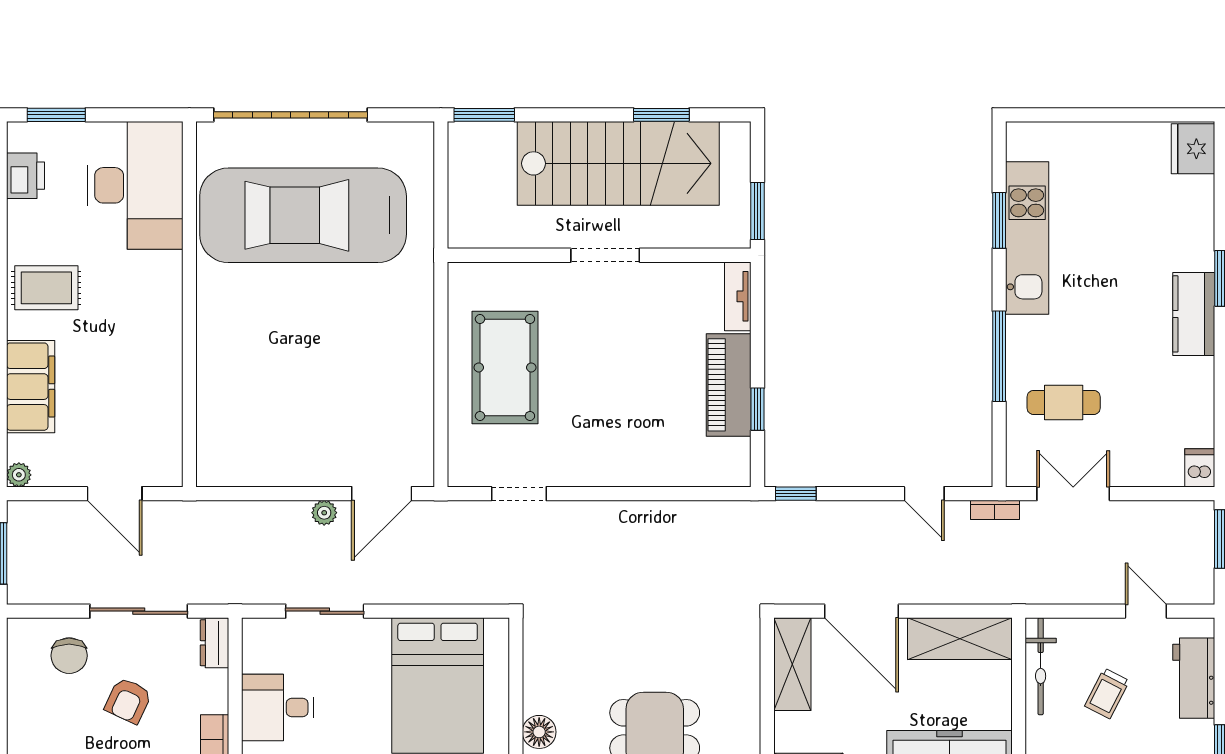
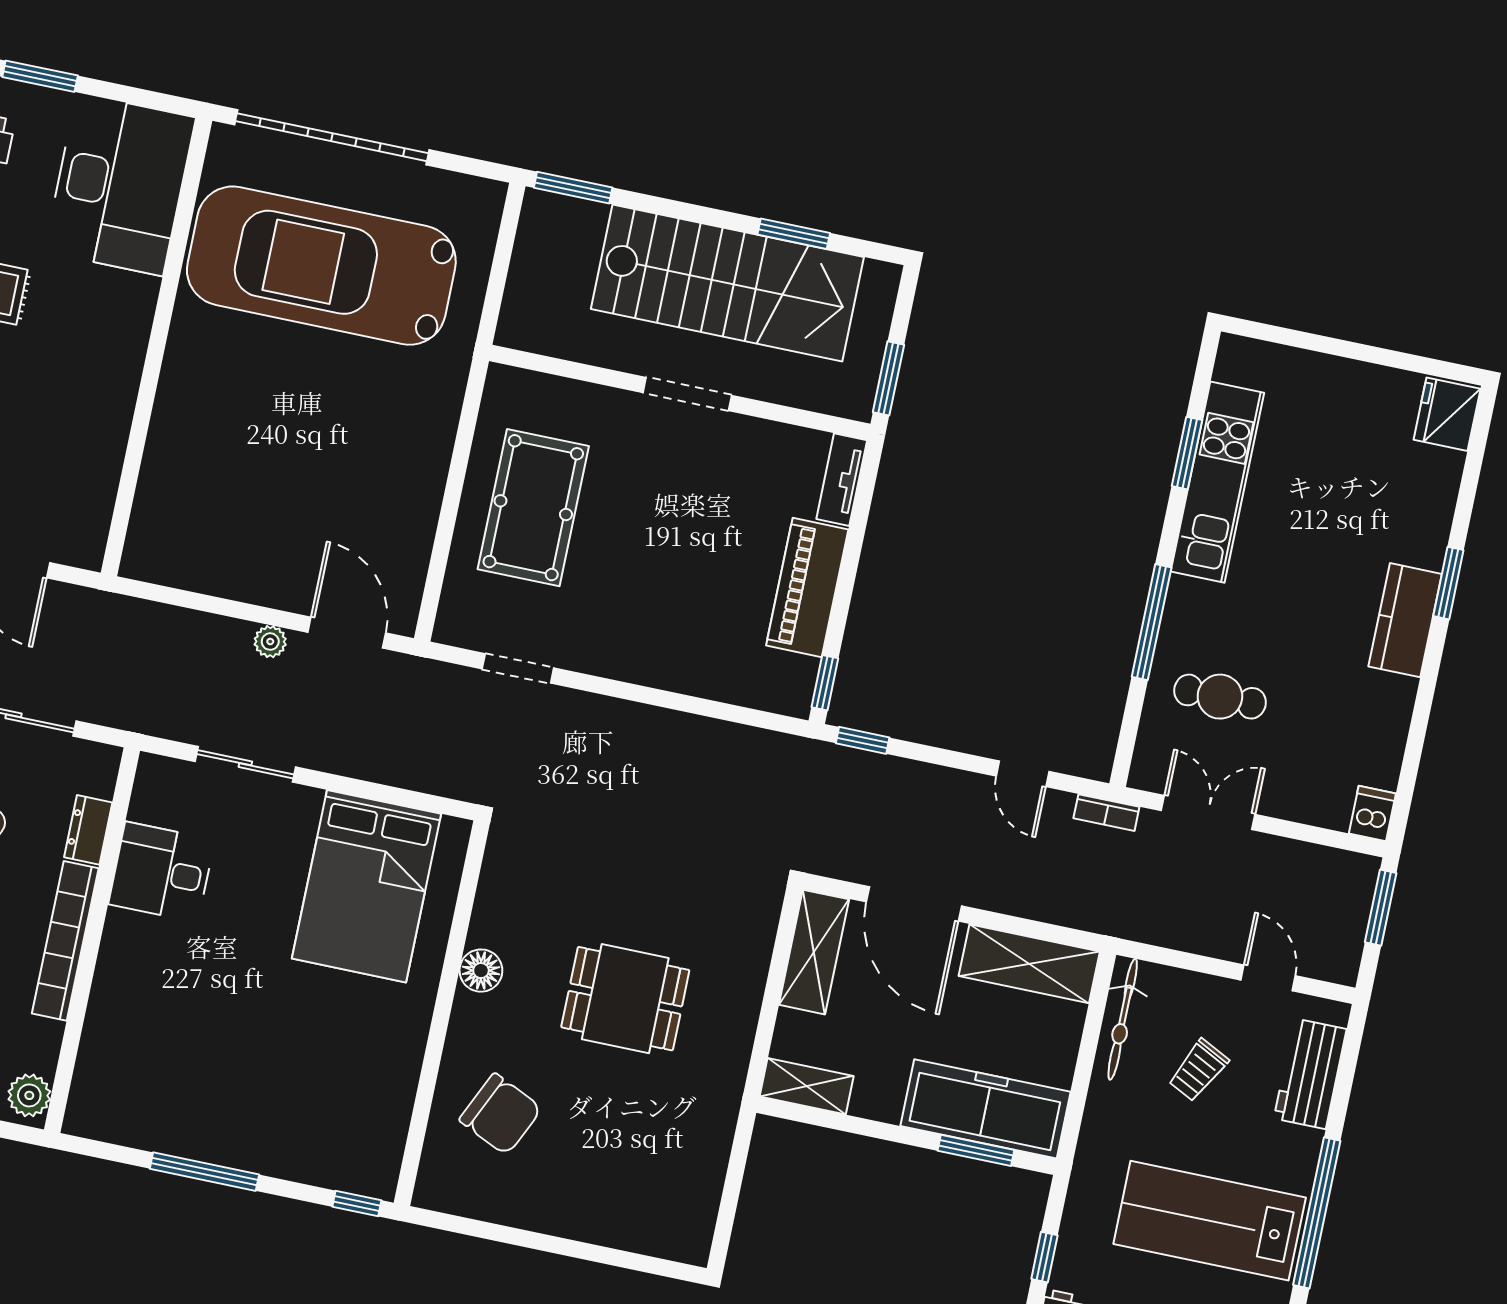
window: (757, 409) -> (825, 683), moved
door: (382, 494) -> (347, 633), swing flipped
dresser: (214, 643) -> (88, 830), moved

